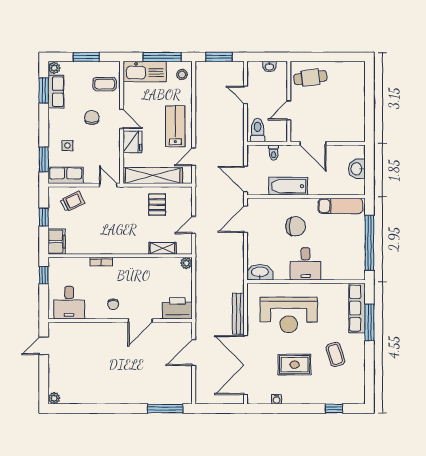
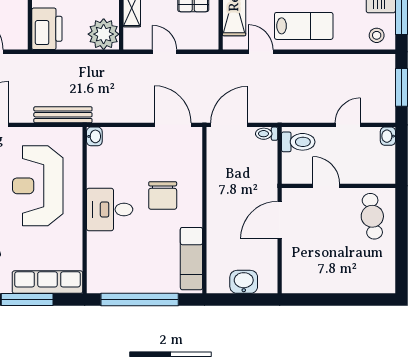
washbasin: (269, 67) -> (388, 136), moved
toilet: (274, 153) -> (267, 134), moved
bathtub: (288, 186) -> (219, 185), removed
plant: (186, 263) -> (104, 34), width x1.87, depth x1.87
washbasin: (260, 272) -> (94, 136), width x0.52, depth x0.69
bench: (238, 314) -> (63, 115), moved

